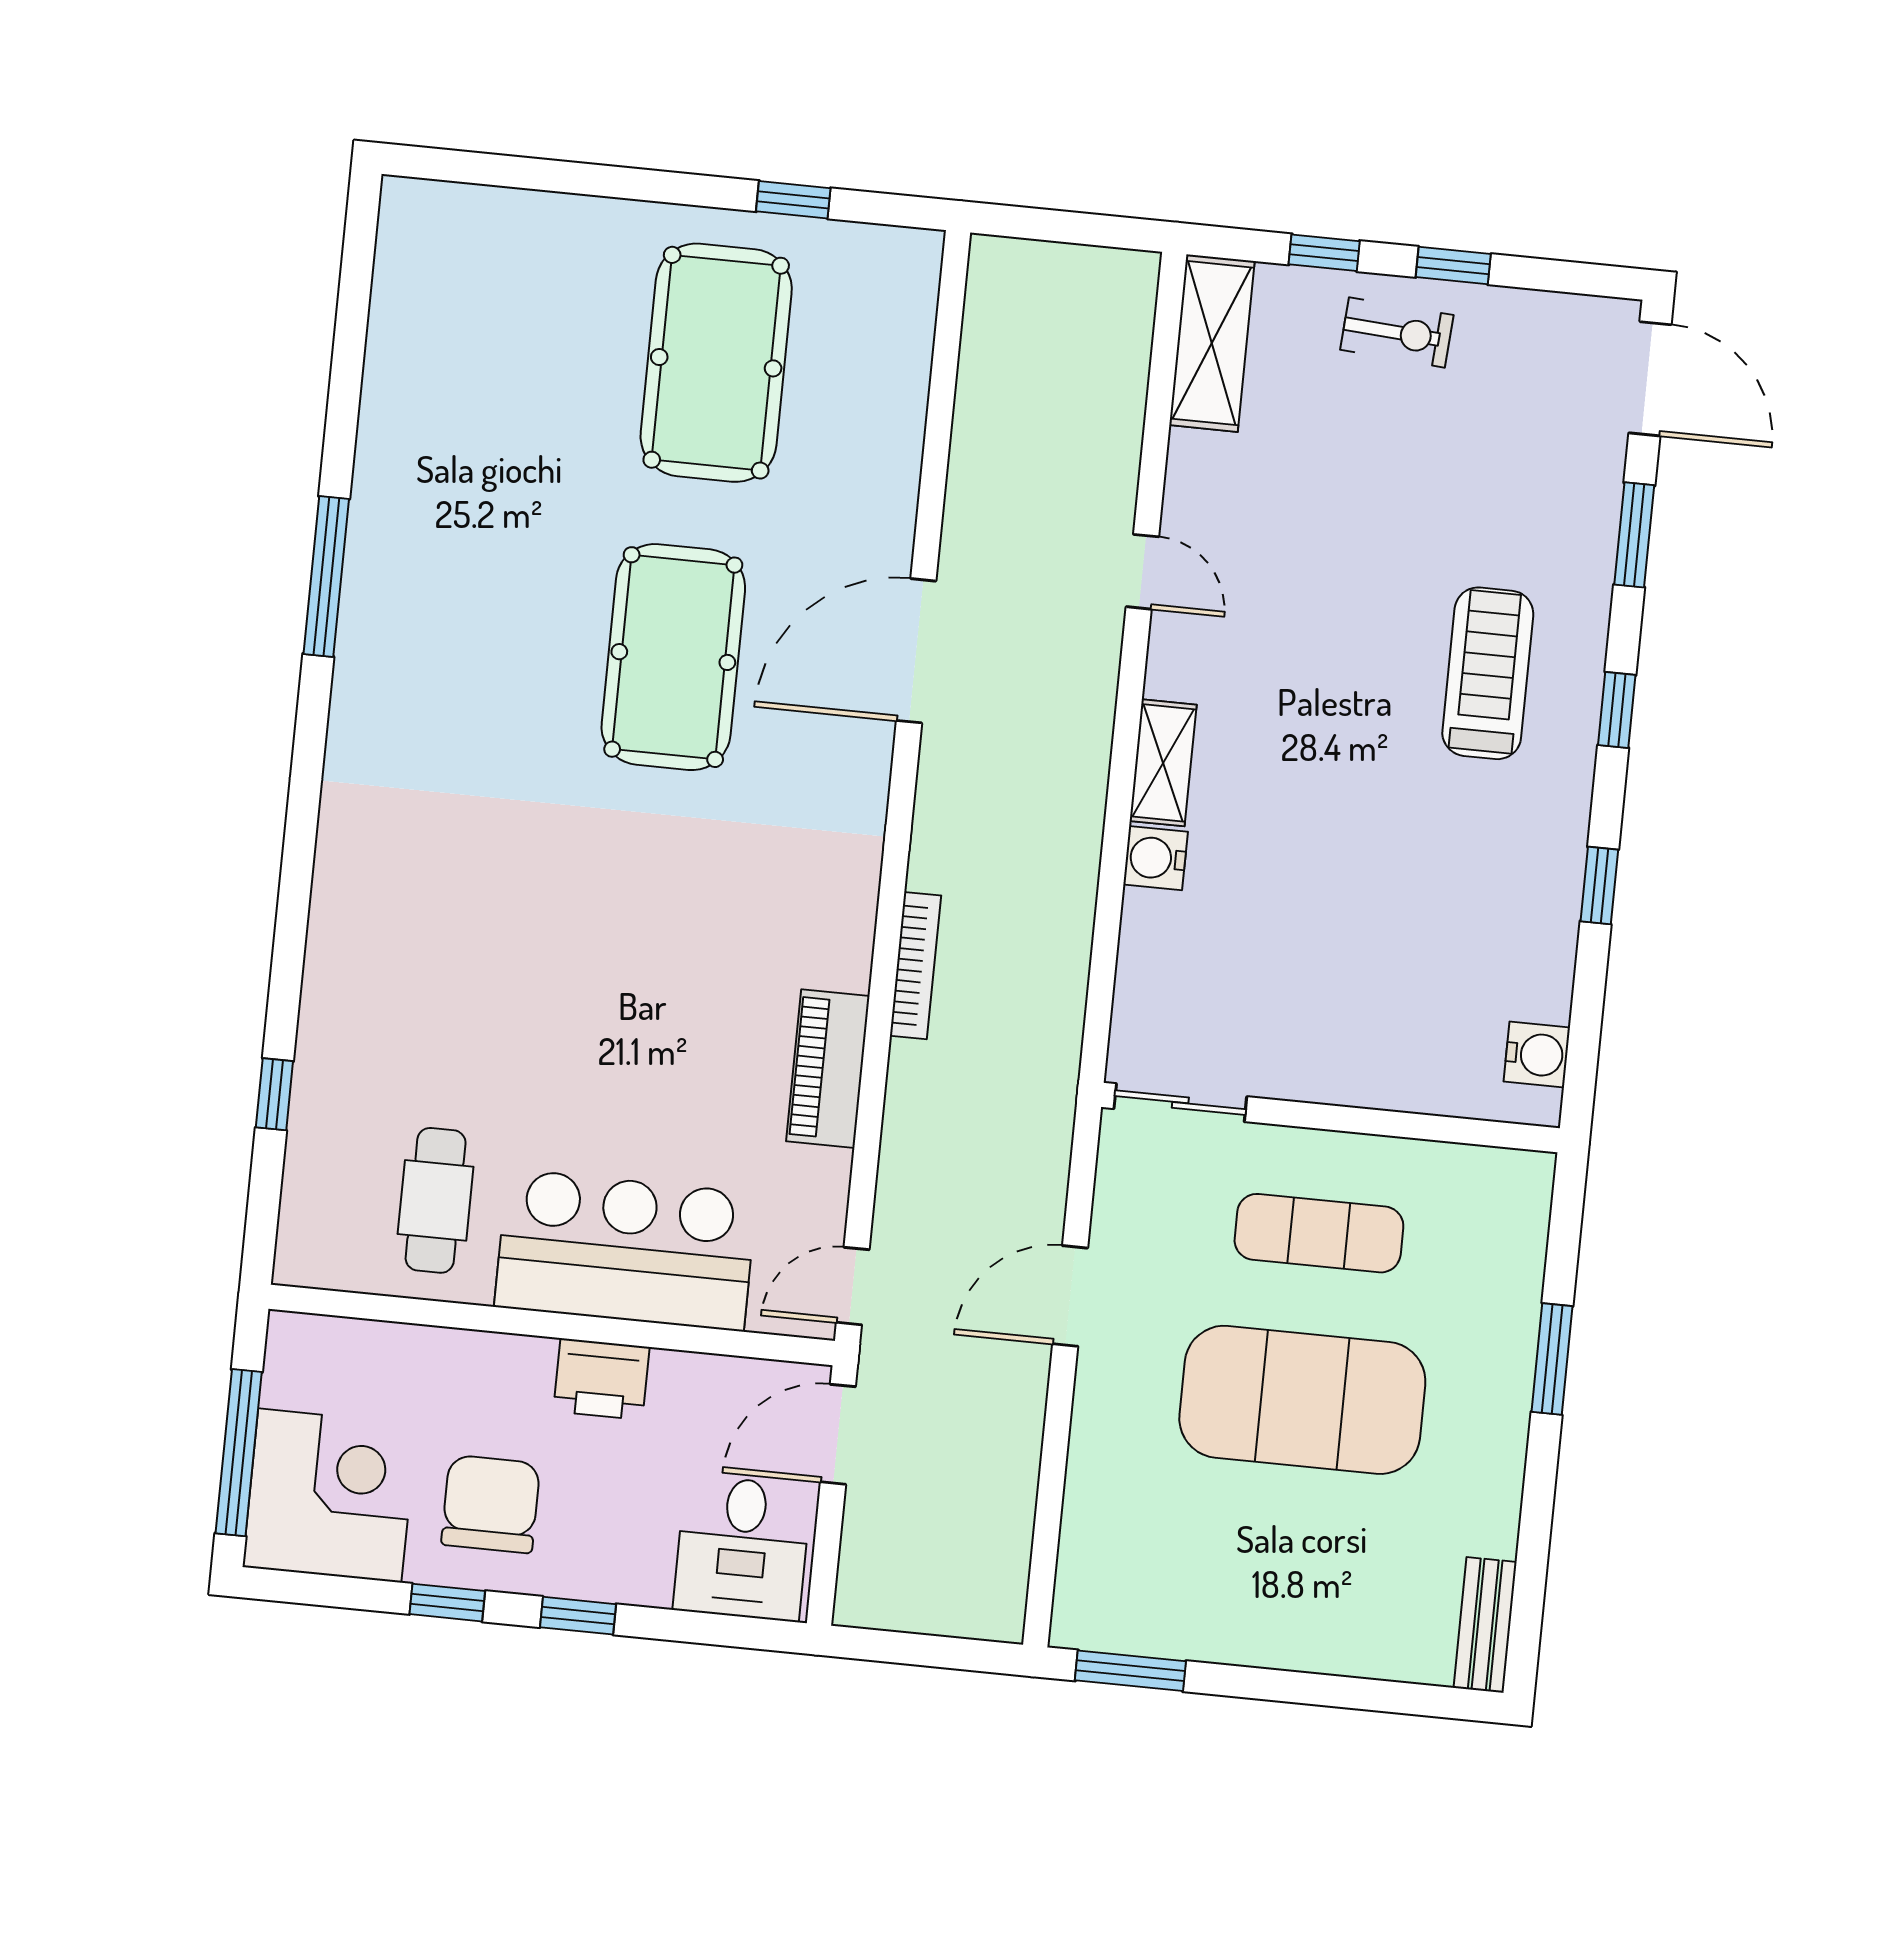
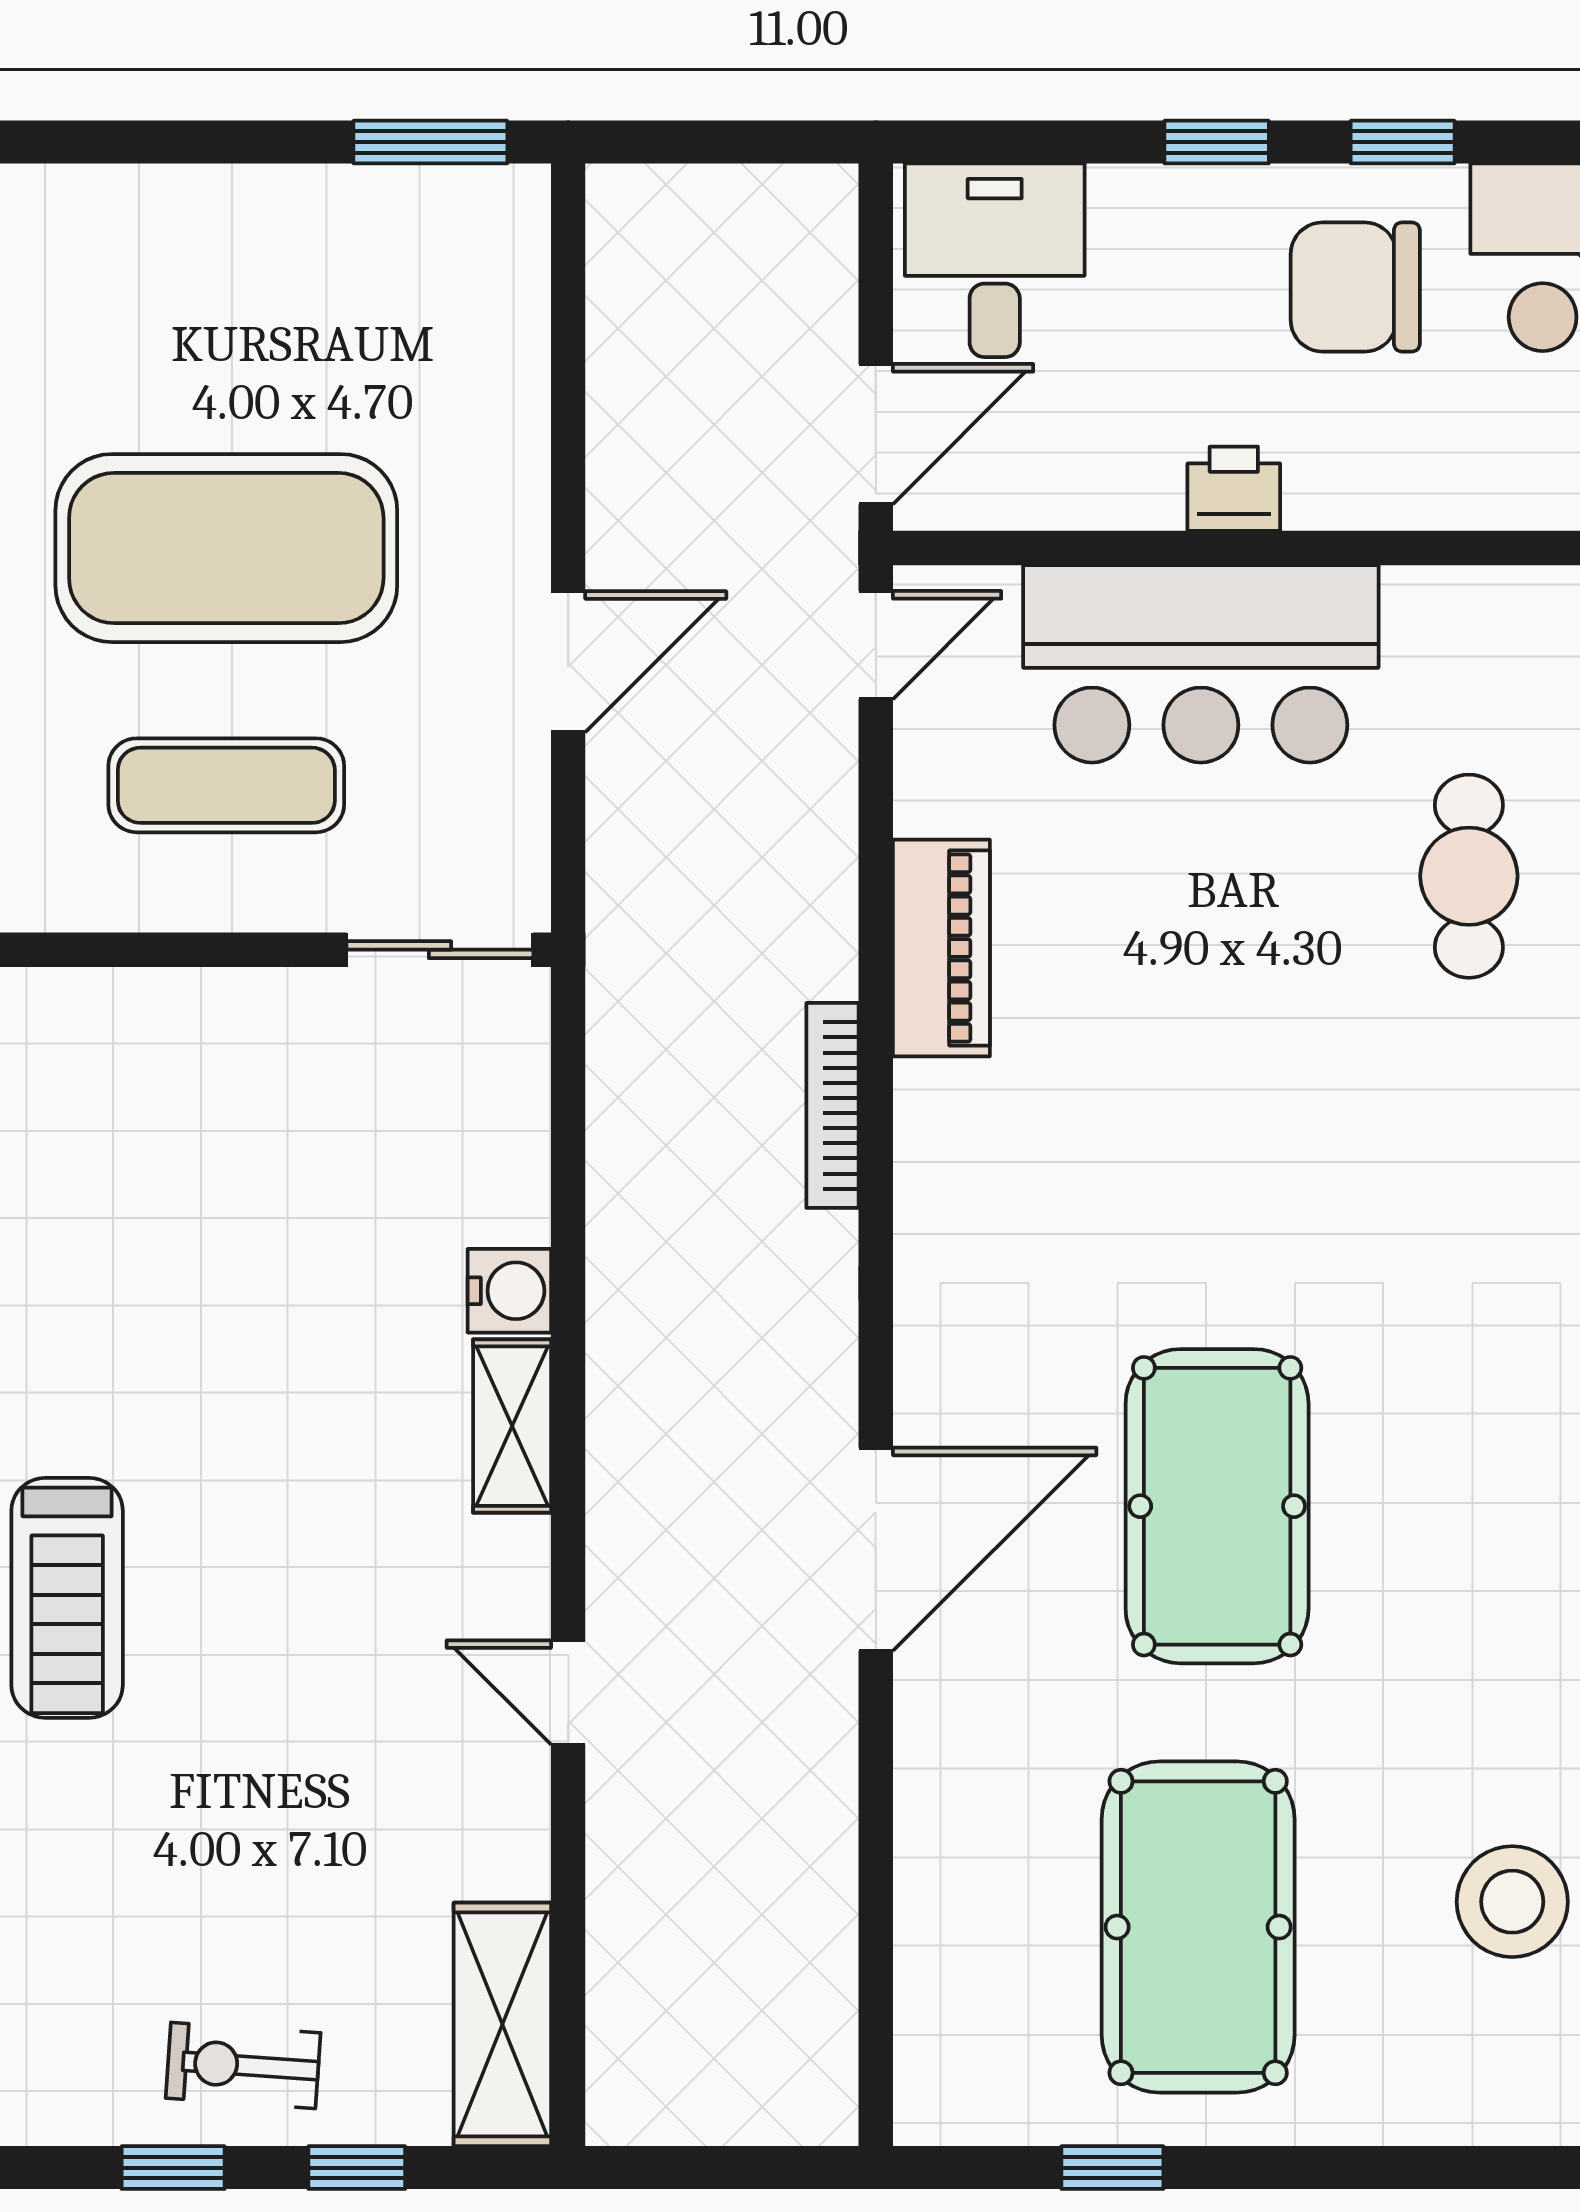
stool: (494, 359) -> (1512, 1902), added
cafe table: (436, 1200) -> (1469, 876), moved
printer: (601, 1379) -> (1234, 489), width x0.73, depth x0.81
chair: (491, 1504) -> (1355, 287), turned 90

